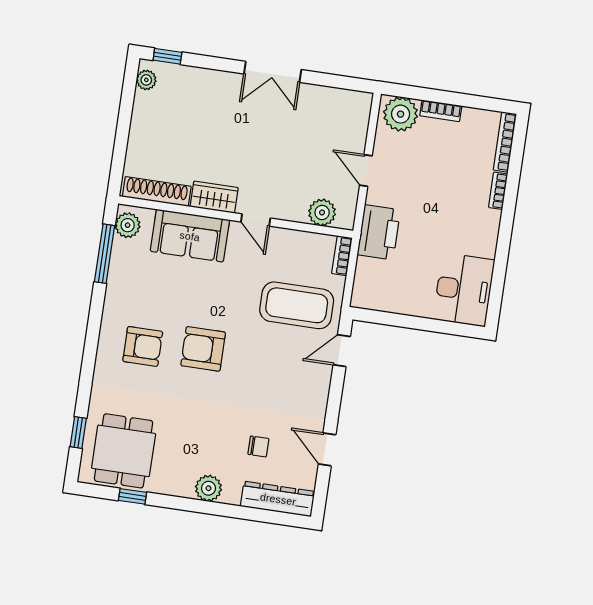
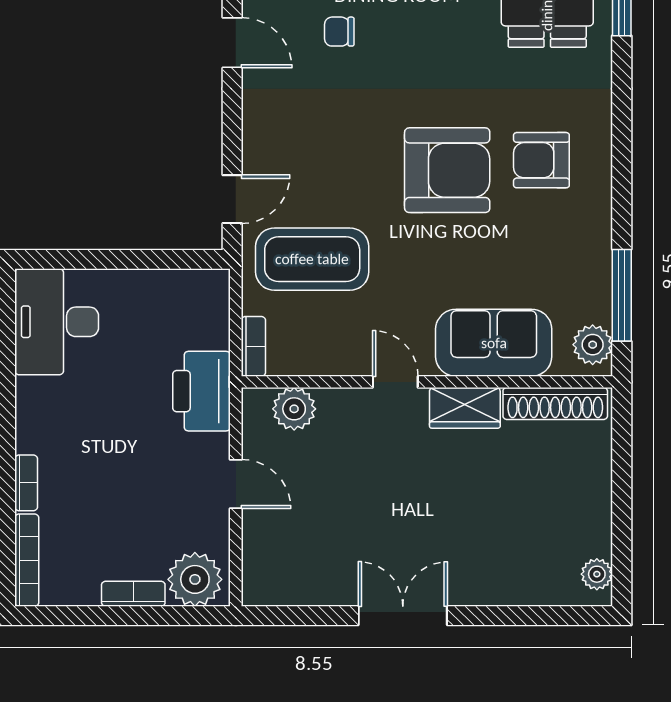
window: (167, 56) -> (570, 616), removed
armchair: (203, 349) -> (447, 170), width x1.36, depth x1.36

